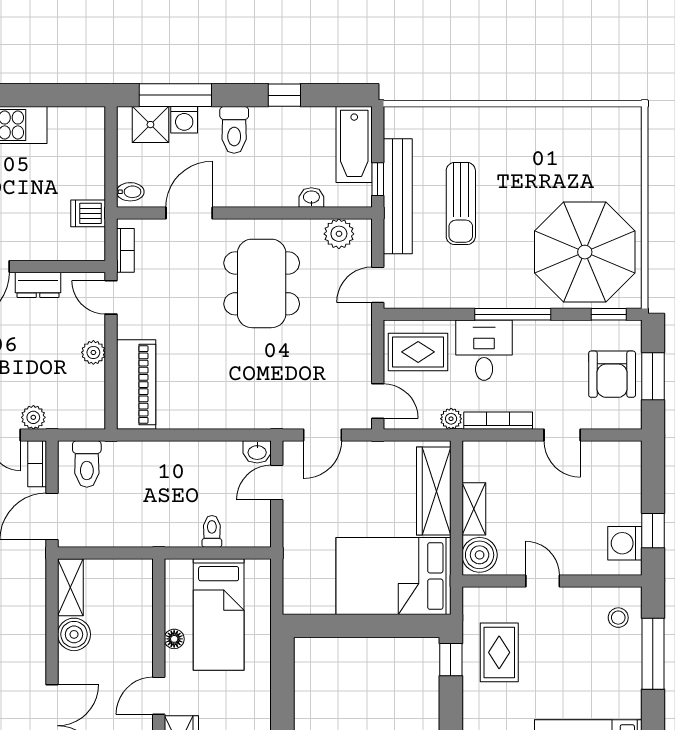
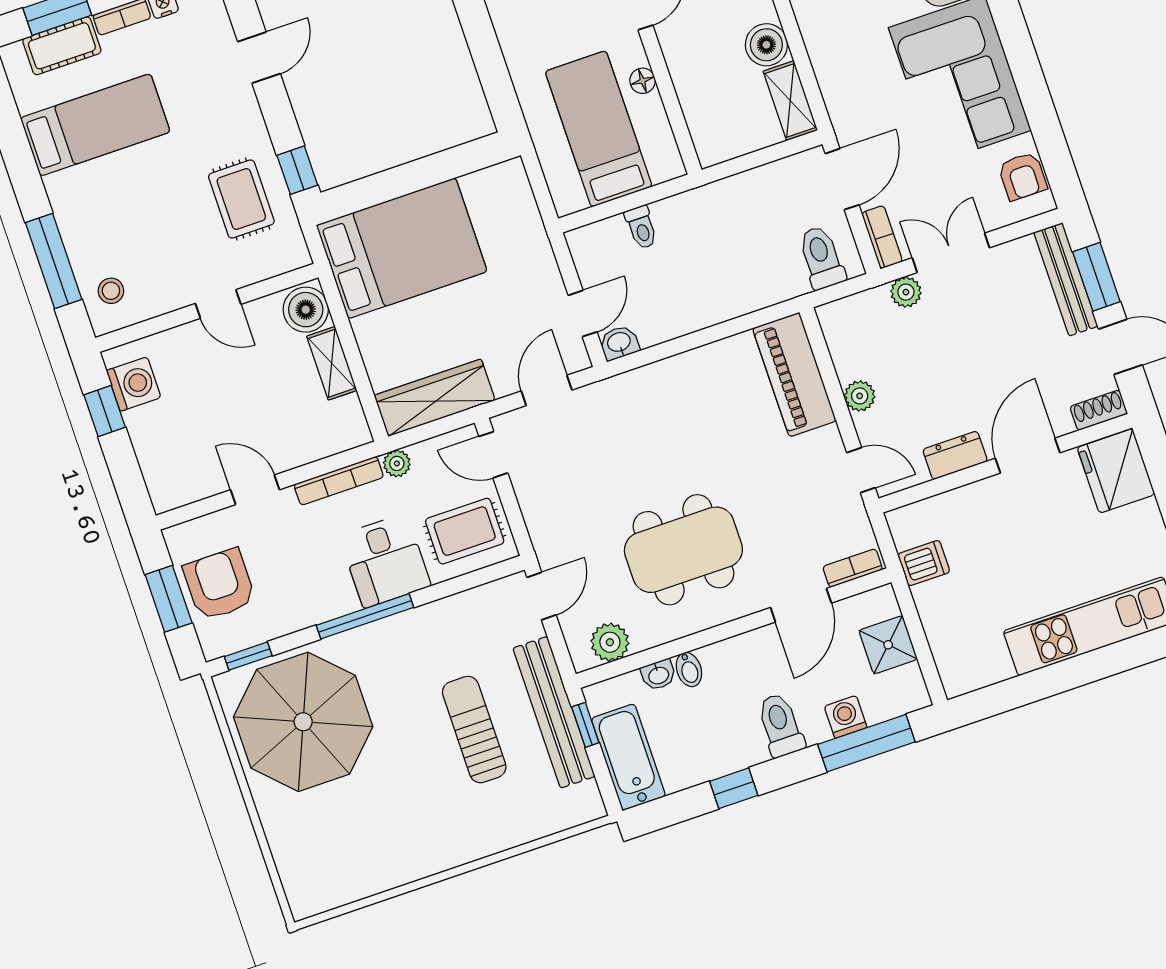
shower: (150, 125) -> (888, 645), moved
bidet: (130, 192) -> (689, 670), moved, turned -90
bookcase: (125, 250) -> (853, 568), moved, turned 90
dining table: (262, 283) -> (683, 550), turned 90
wardrobe: (434, 491) -> (435, 398), moved, turned -90

